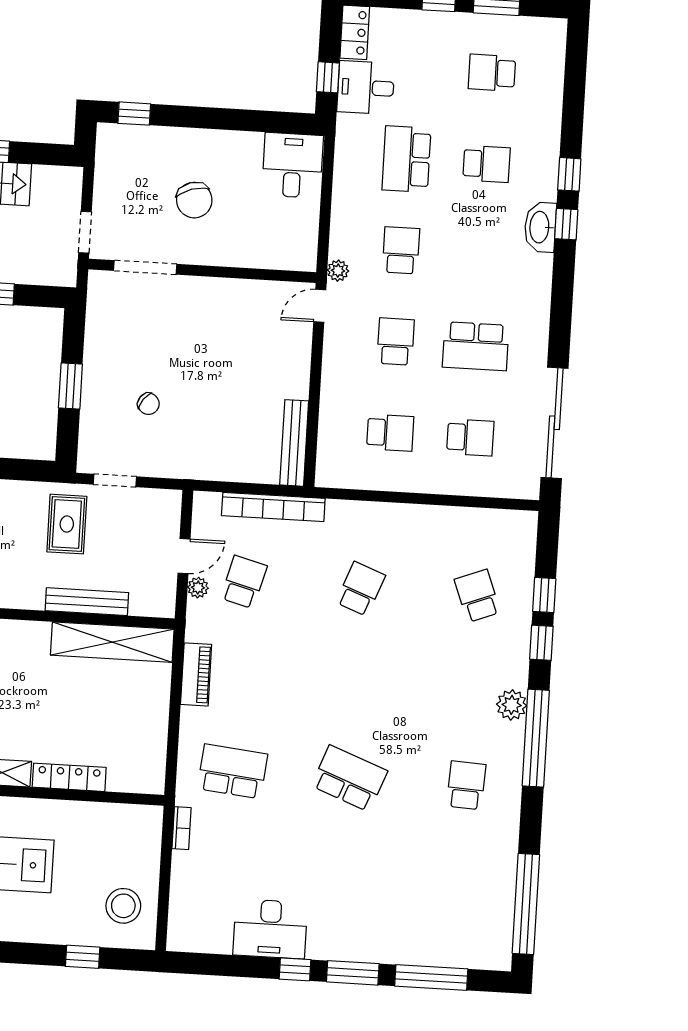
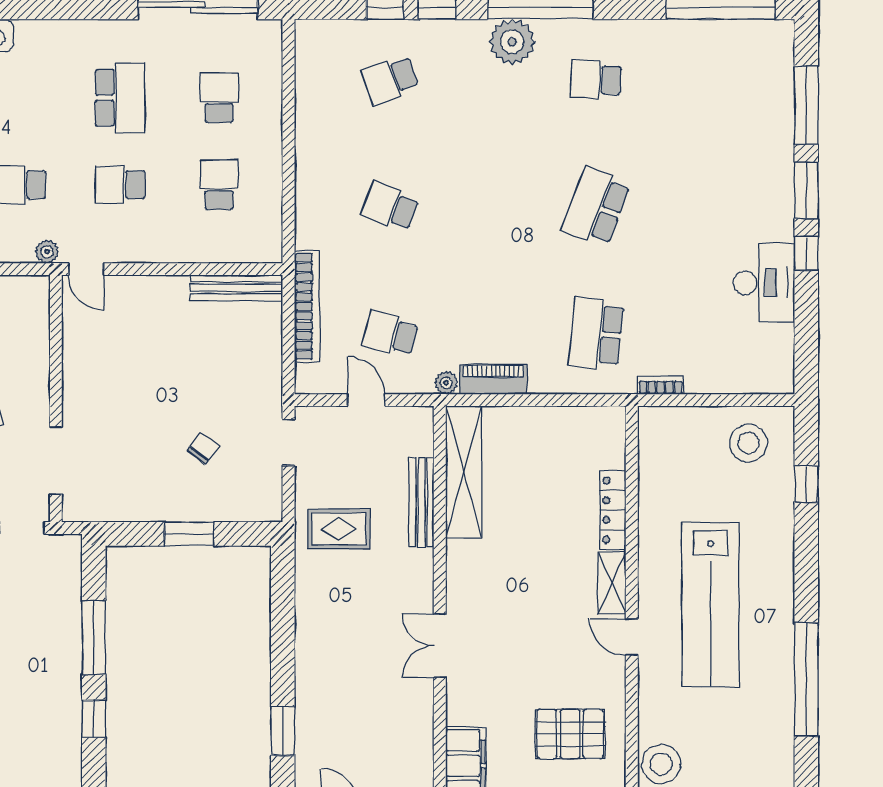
doorway: (115, 480) -> (289, 442), moved
plant: (198, 588) -> (446, 383), moved
plant: (512, 705) -> (512, 42), width x1.36, depth x1.36

